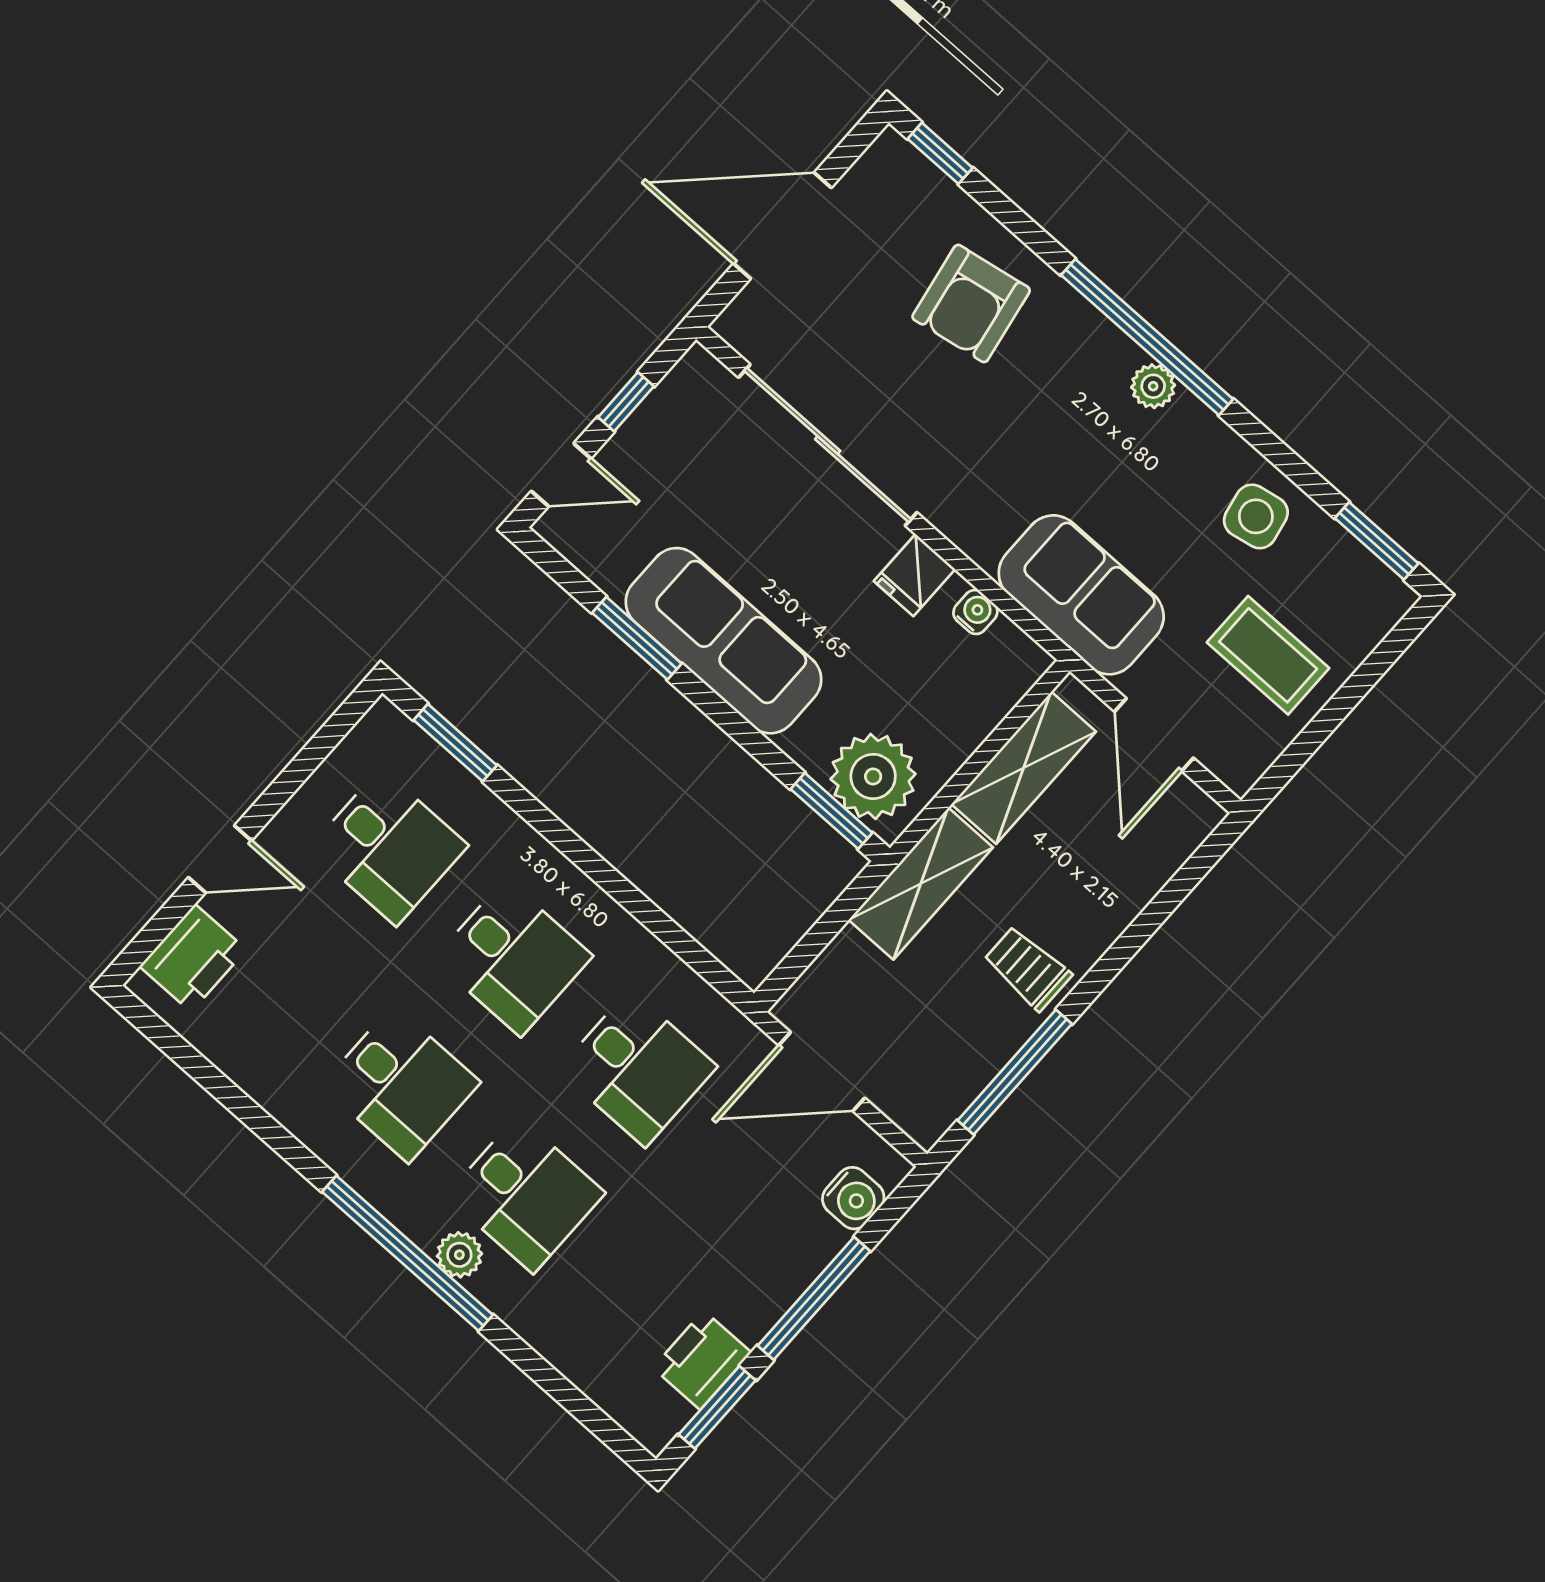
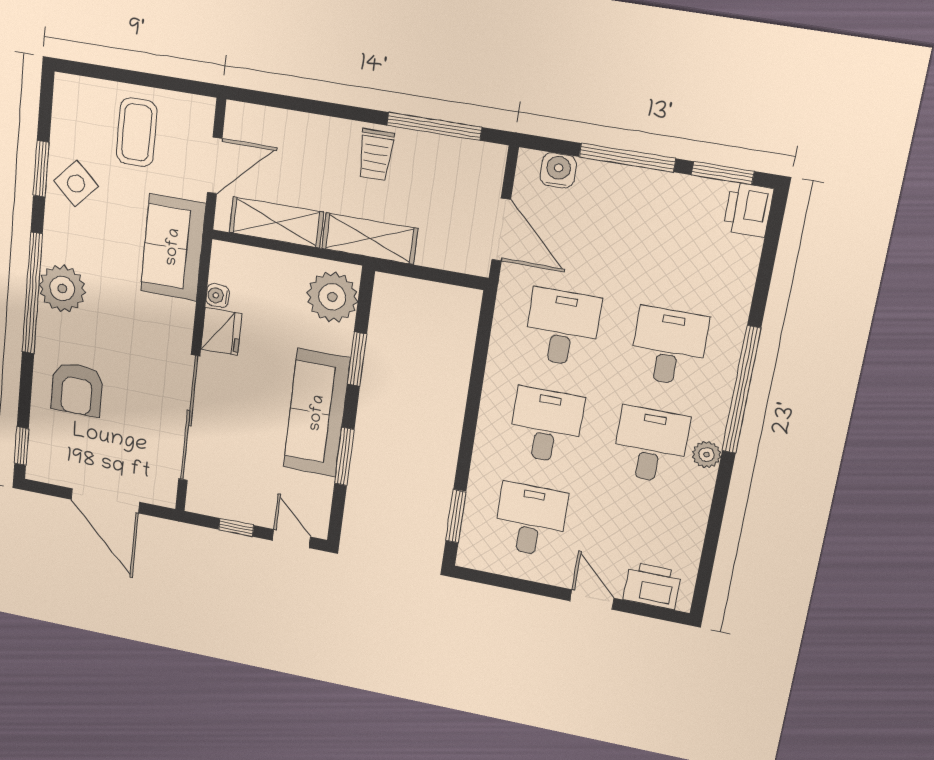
armchair: (971, 304) -> (77, 389), turned 100
plant: (1153, 386) -> (62, 289), width x1.87, depth x1.87
side table: (1256, 516) -> (76, 184), turned -36
window: (1377, 541) -> (41, 169), moved
fridge: (915, 575) -> (221, 331), width x1.38
window: (831, 811) -> (357, 359), moved
plant: (459, 1255) -> (707, 455), moved
printer: (702, 1360) -> (748, 210), moved, turned 90

